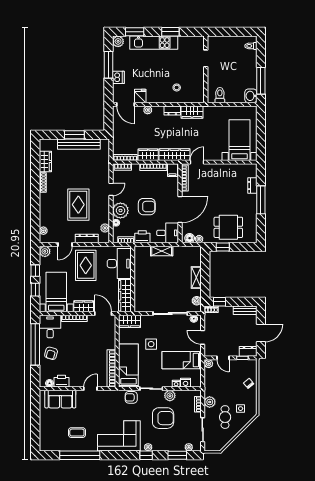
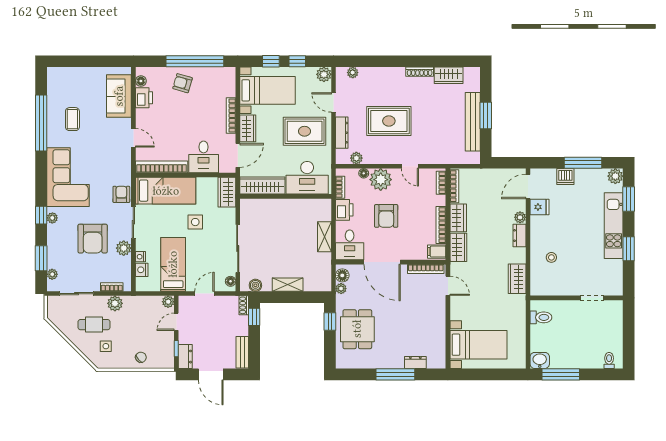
dresser: (172, 111) -> (519, 236), moved
wardrobe: (175, 155) -> (458, 247), width x0.67
desk: (50, 327) -> (204, 157), moved, turned 90

